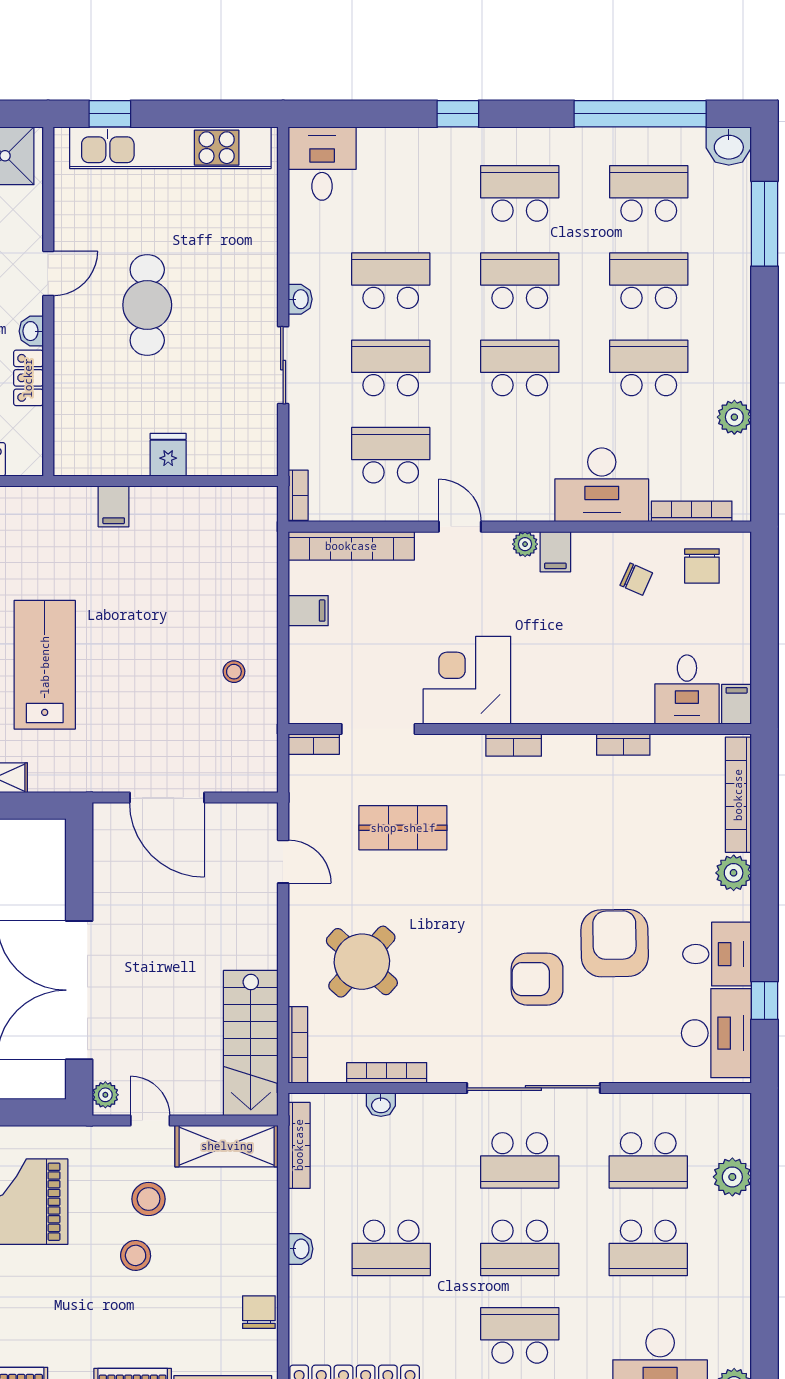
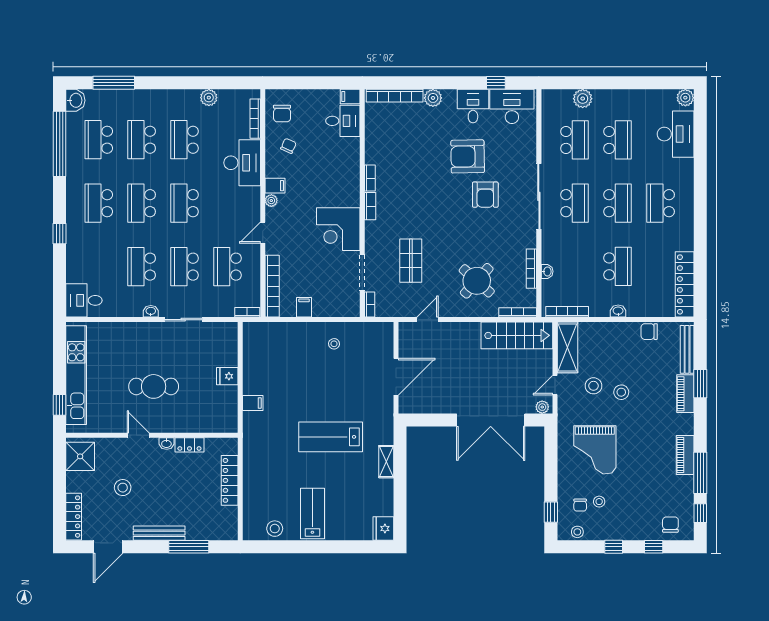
chair: (702, 566) -> (282, 114), turned 90
bookcase: (623, 745) -> (370, 178), moved

